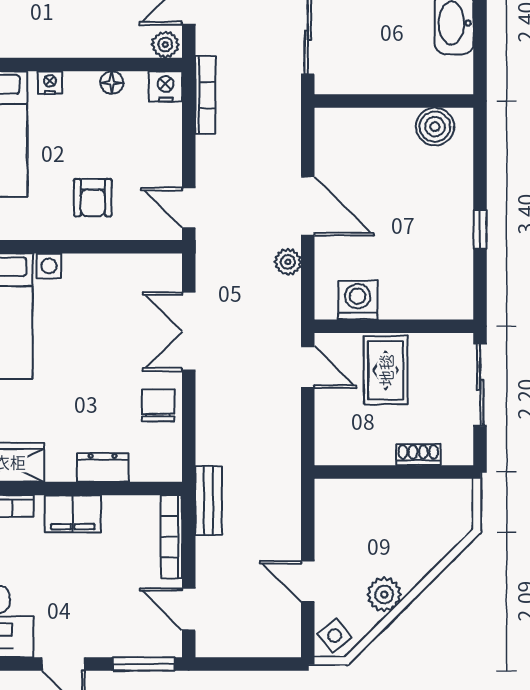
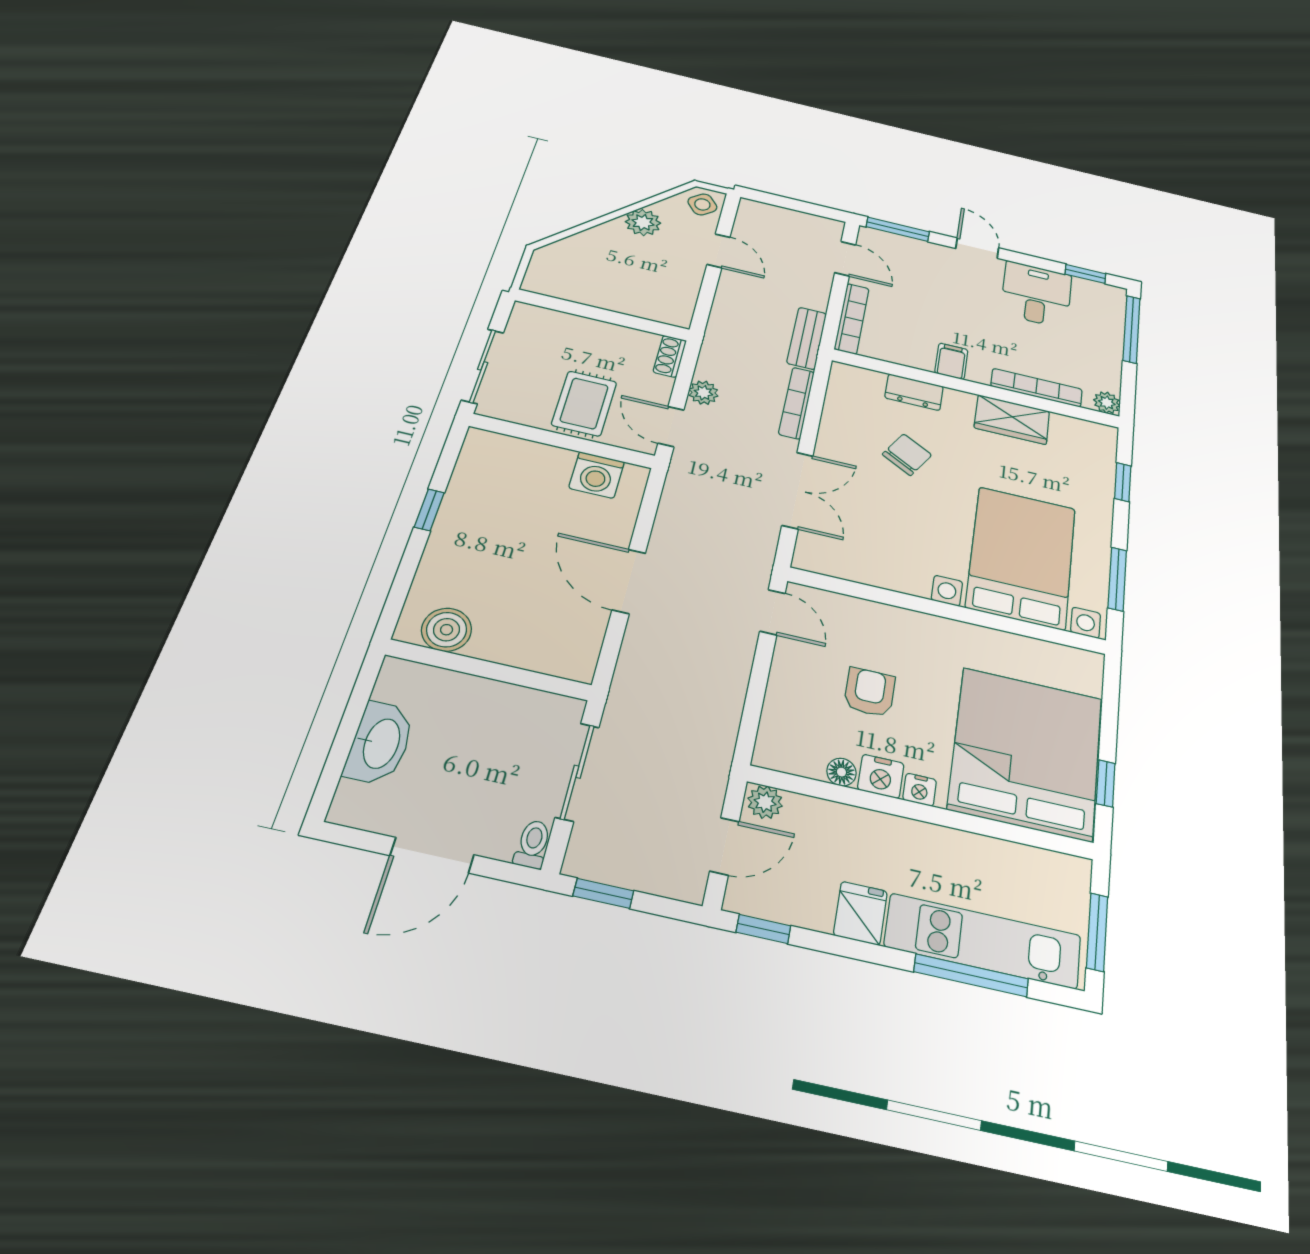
nightstand: (165, 86) -> (881, 776), moved
bookcase: (205, 95) -> (797, 403), moved
armchair: (93, 198) -> (870, 692), moved
plant: (288, 262) -> (703, 393), moved
chair: (158, 405) -> (907, 455), moved, turned -150
shoe rack: (418, 455) -> (670, 356), moved, turned 90
filing cabinet: (73, 514) -> (951, 361), width x0.50

